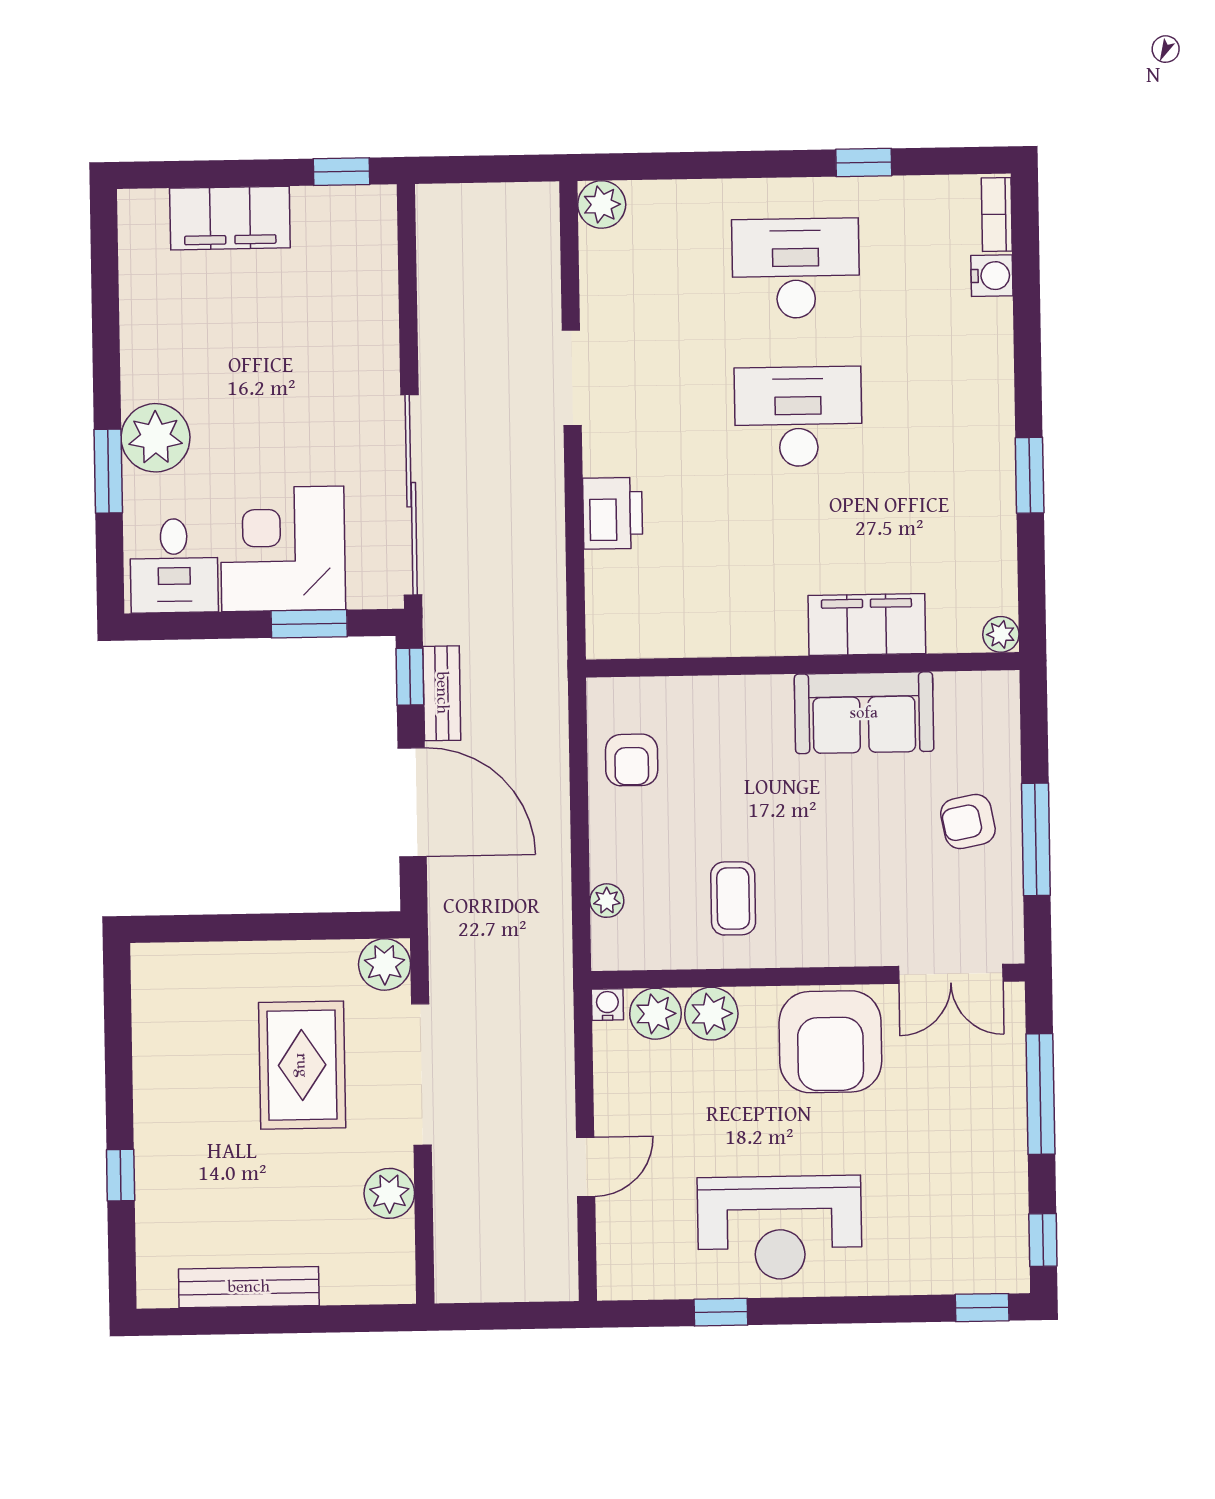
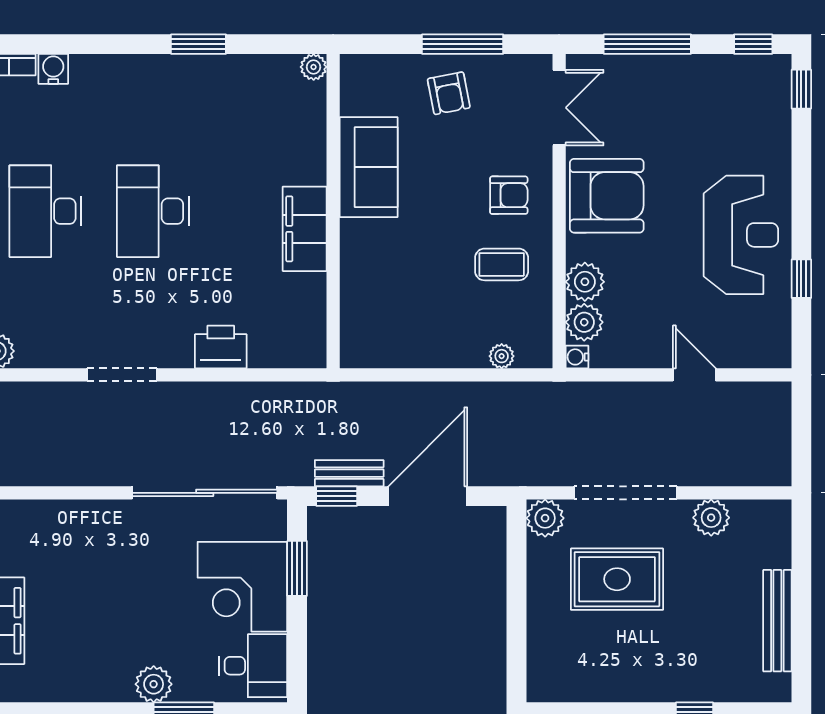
plant: (156, 438) -> (154, 684), width x0.73, depth x0.73
filing cabinet: (867, 624) -> (305, 229), moved
armchair: (632, 760) -> (509, 195), moved

